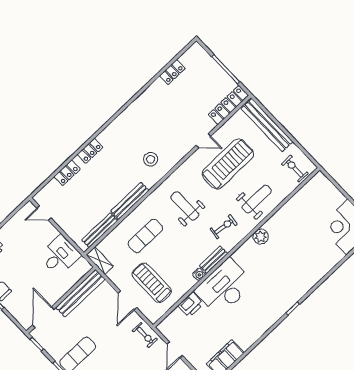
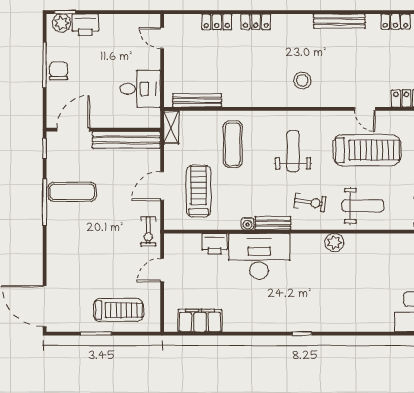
bench: (130, 201) -> (339, 21), moved
exercise mat: (145, 236) -> (233, 144), turned 90

